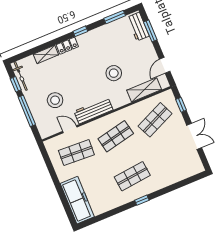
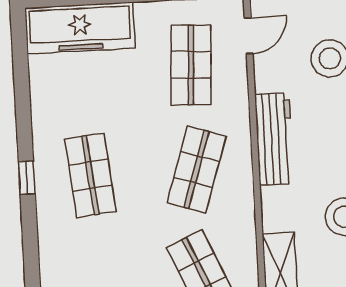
door: (70, 129) -> (249, 36), moved
shop shelf: (116, 136) -> (196, 169), turned 30

